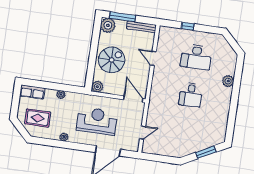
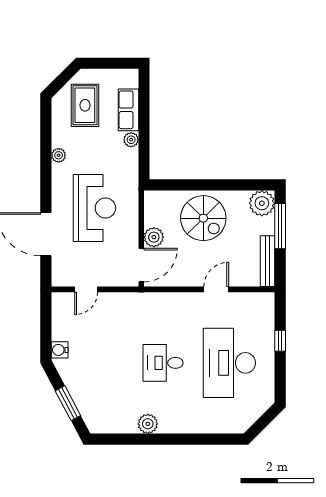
desk: (196, 57) -> (229, 363), width x1.36, depth x1.30
plant: (228, 81) -> (148, 424), moved
plant: (97, 87) -> (154, 237), moved
row of seats: (32, 92) -> (128, 110), moved
door: (143, 132) -> (86, 289), hinge flipped
water cooler: (175, 153) -> (60, 350), added

